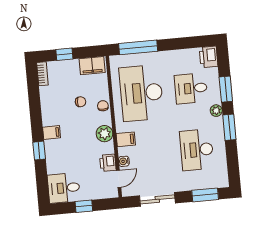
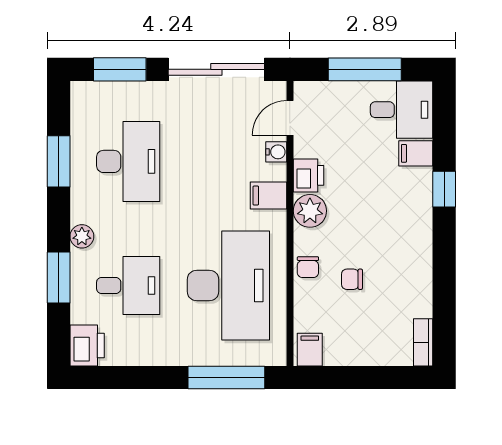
window: (64, 54) -> (375, 378), removed
filing cabinet: (92, 66) -> (310, 350), width x0.50
window: (229, 127) -> (59, 161), moved
filing cabinet: (52, 133) -> (416, 153), moved
printer: (108, 163) -> (309, 175), moved
sliding door: (157, 199) -> (216, 69), width x1.37
window: (84, 206) -> (365, 69), width x2.17

